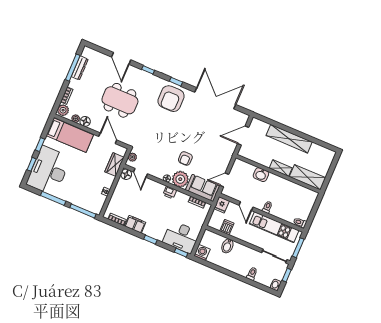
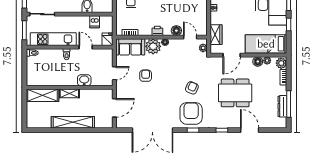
armchair: (160, 123) -> (192, 88), added
door: (108, 138) -> (232, 55), hinge flipped
armchair: (185, 158) -> (146, 76), moved
floor lamp: (126, 174) -> (176, 31), moved
door: (224, 180) -> (114, 73), moved

